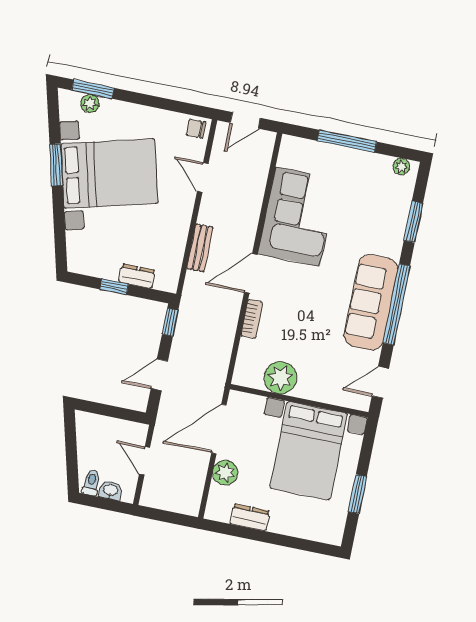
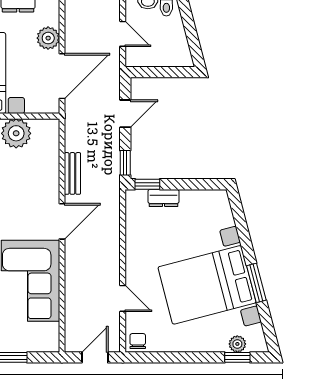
window: (93, 89) -> (237, 357), width x0.67
chair: (196, 129) -> (138, 341), turned -90
bench: (200, 248) -> (72, 173), moved
window: (114, 287) -> (147, 184), moved
bookcase: (252, 319) -> (53, 181), removed

